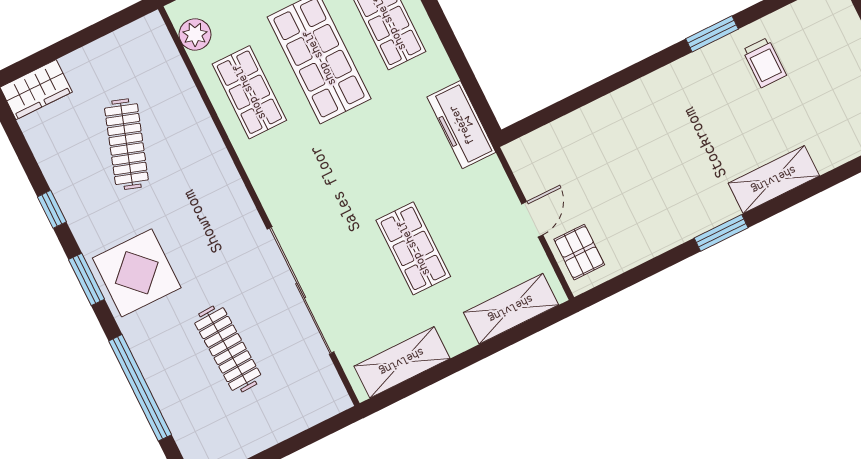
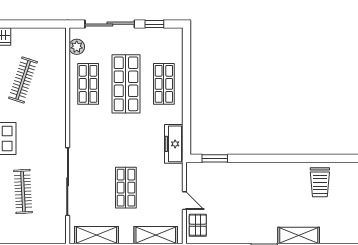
window: (712, 34) -> (215, 158), moved
trolley: (764, 63) -> (320, 182), width x1.36, depth x1.39
door: (532, 219) -> (184, 201), hinge flipped

